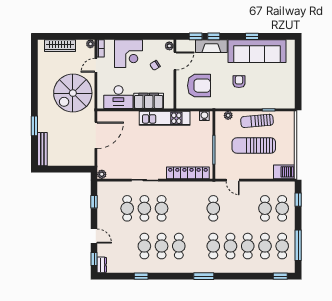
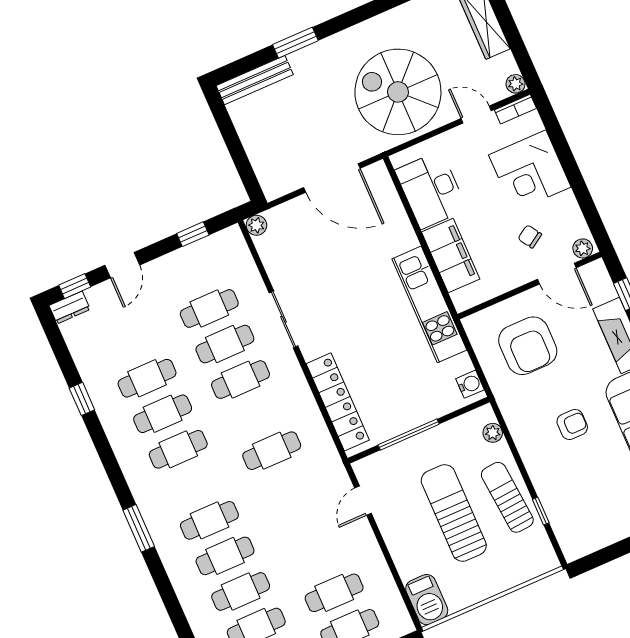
cafe table: (213, 208) -> (272, 451), moved

